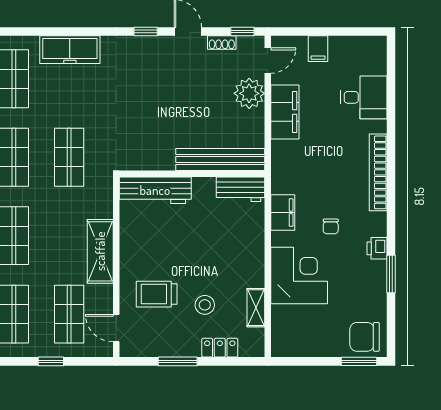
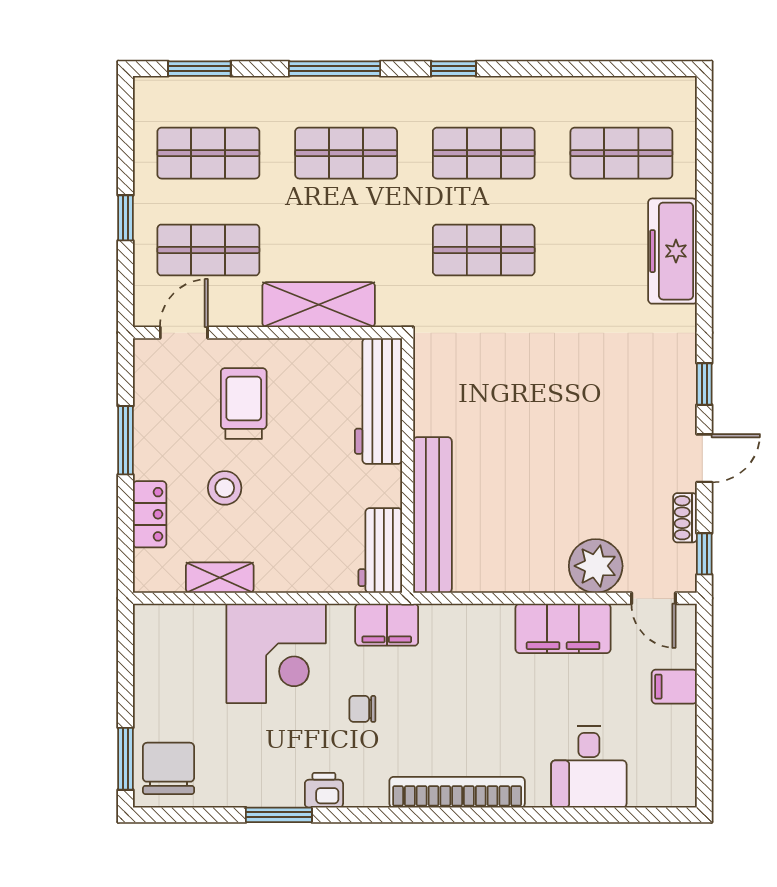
bench: (220, 159) -> (432, 515), moved
wall: (192, 174) -> (408, 465), moved
workbench: (240, 189) -> (380, 550), moved
workbench: (155, 190) -> (379, 401), moved

